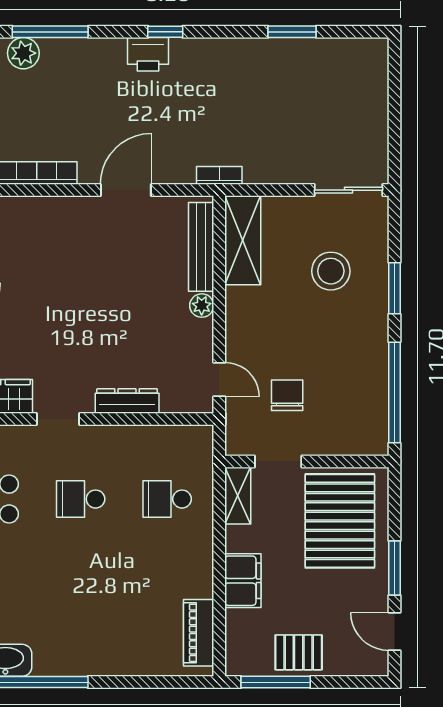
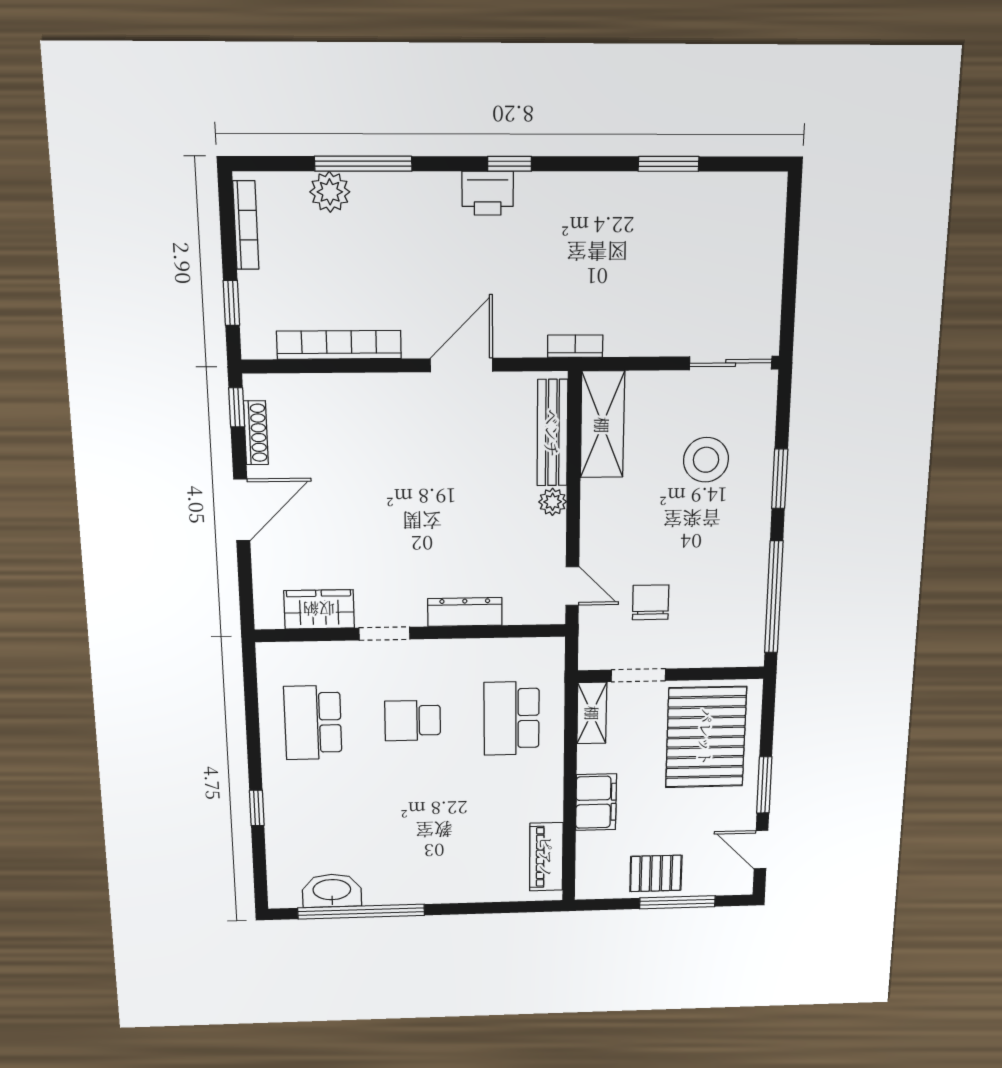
school desk: (167, 499) -> (512, 718), width x1.85
window: (276, 682) -> (677, 902), moved

